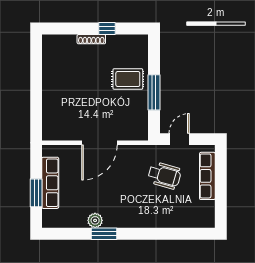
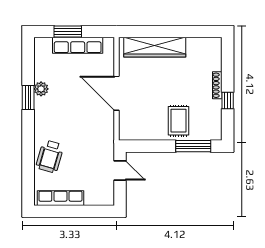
window: (154, 92) -> (193, 146), moved
wardrobe: (52, 103) -> (155, 47), added
wheelchair: (164, 175) -> (50, 156), moved
row of seats: (207, 176) -> (60, 198), moved

